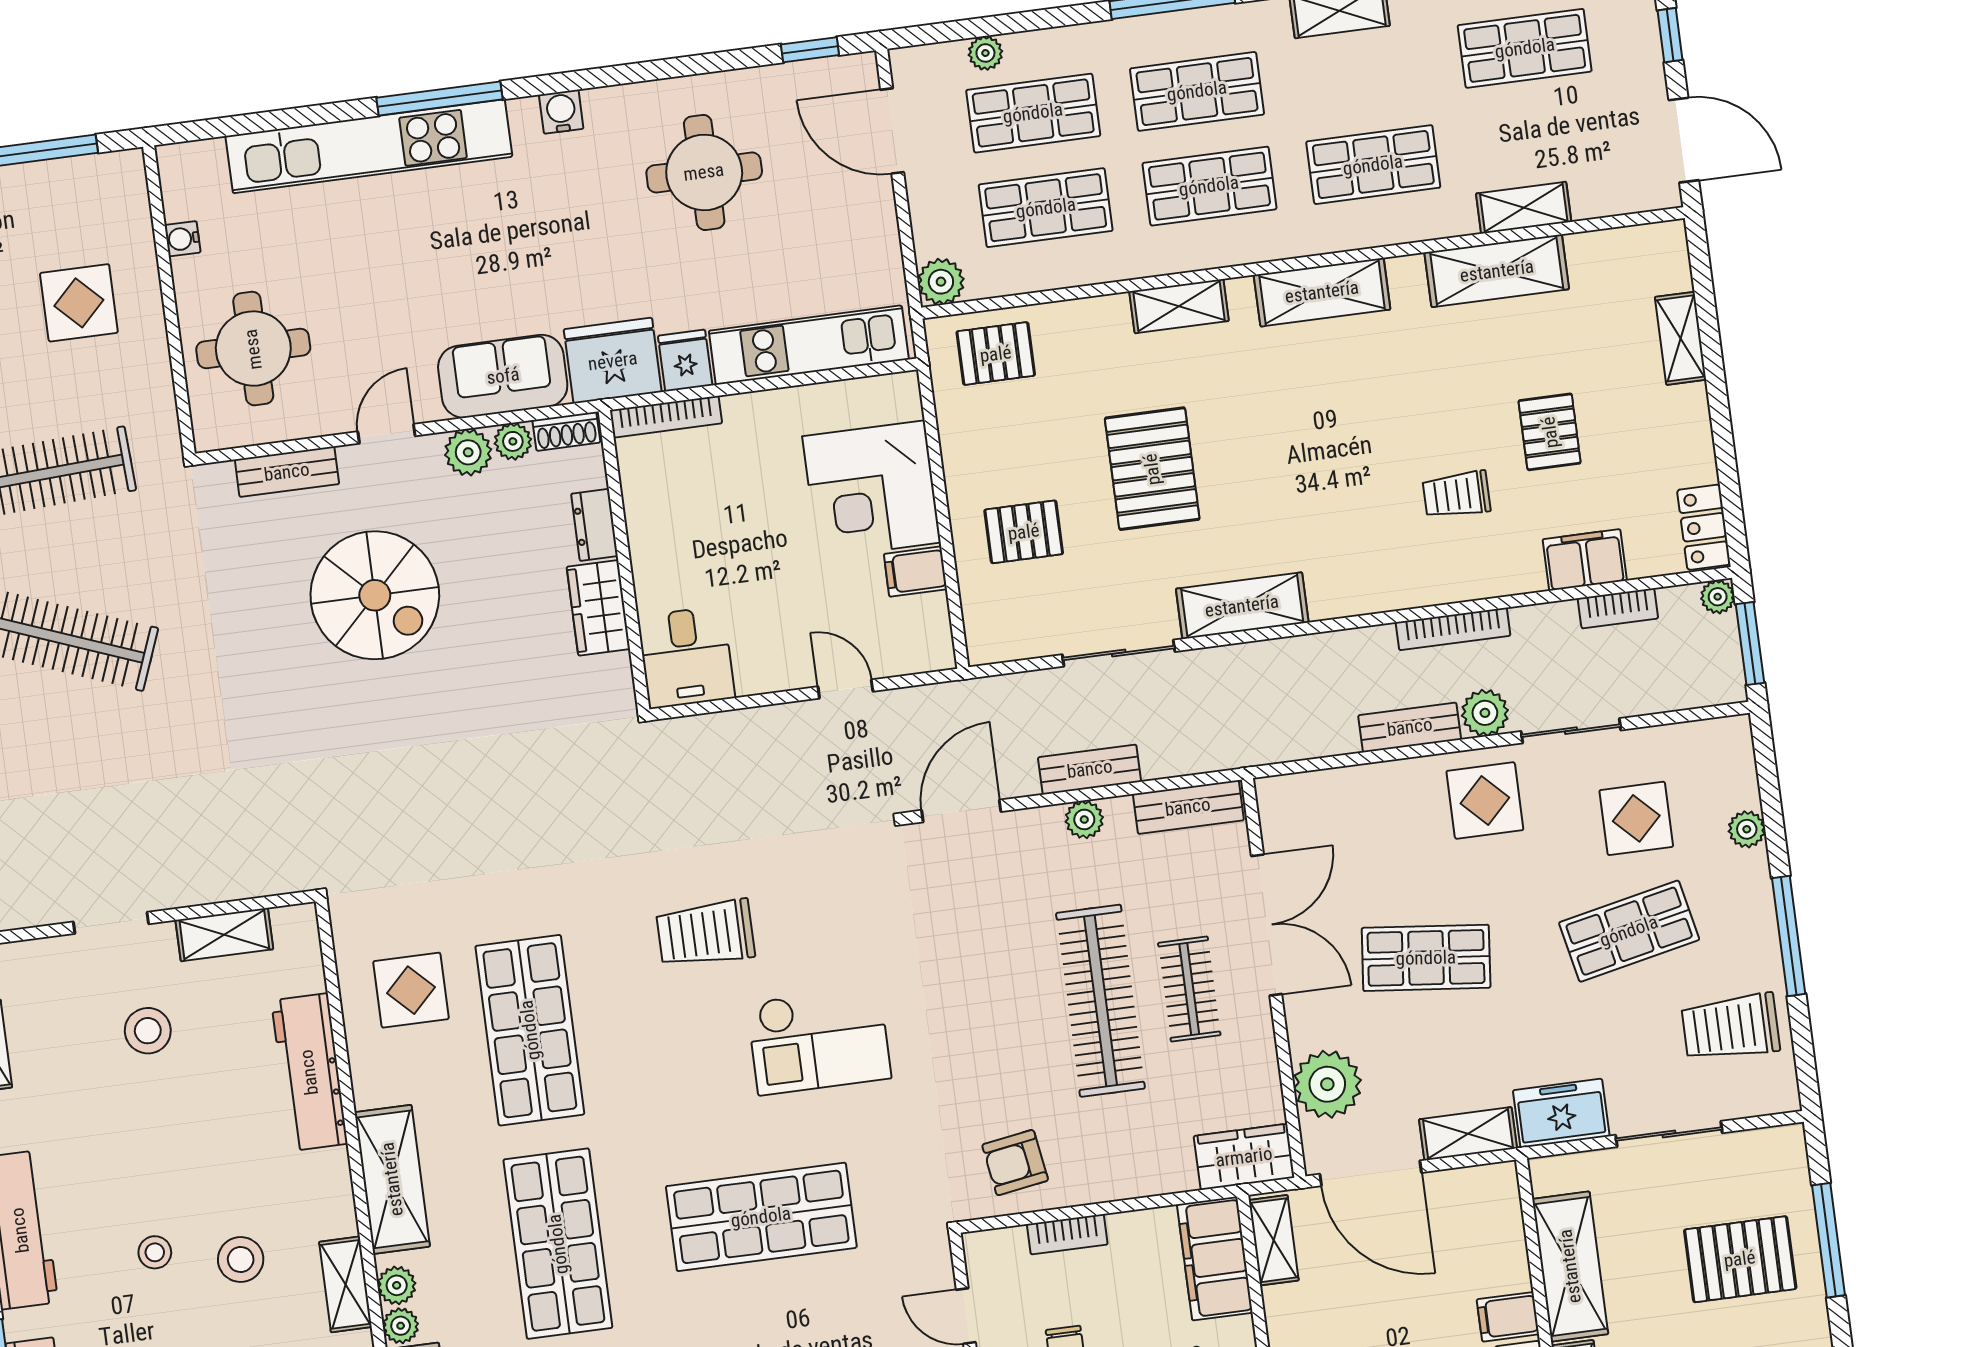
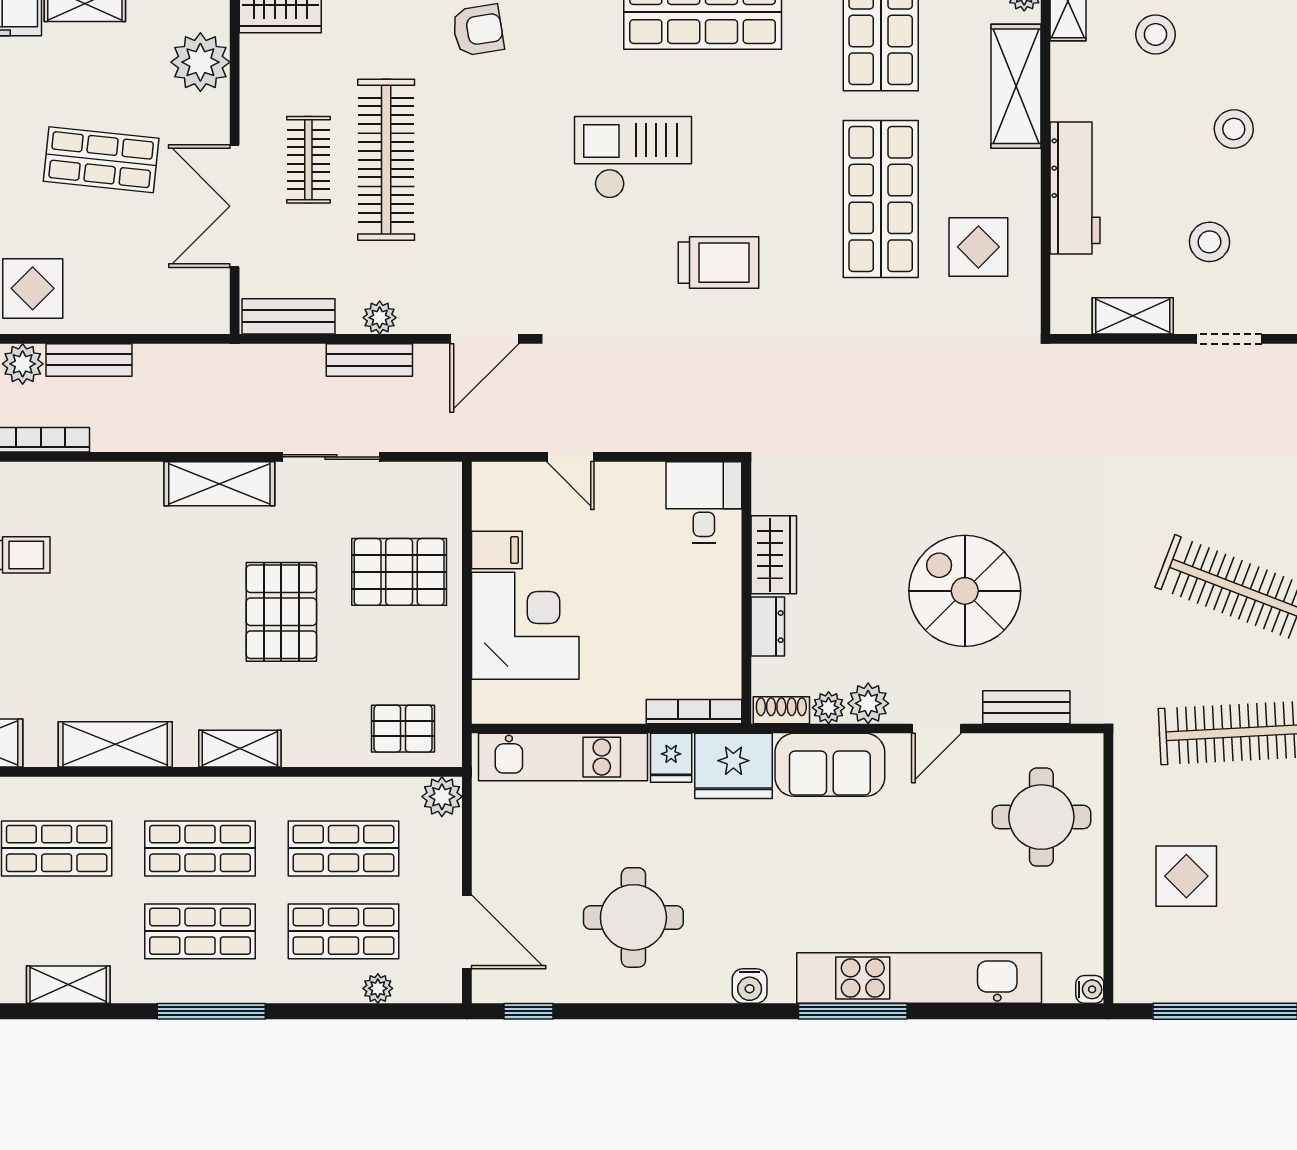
water cooler: (183, 239) -> (1090, 989), moved
pallet: (1024, 532) -> (399, 572), width x1.50, depth x1.42
stool: (155, 1252) -> (1234, 129), moved, width x1.37, depth x1.37

